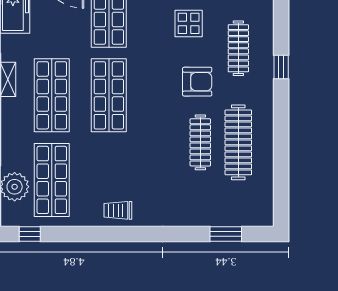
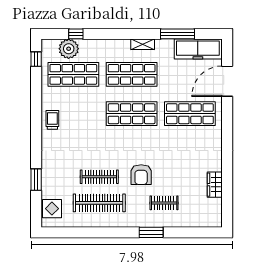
display table: (189, 23) -> (52, 209), moved
clothes rail: (238, 48) -> (164, 203), width x0.73
window: (281, 67) -> (151, 232), width x1.50
window: (226, 234) -> (36, 180), moved

